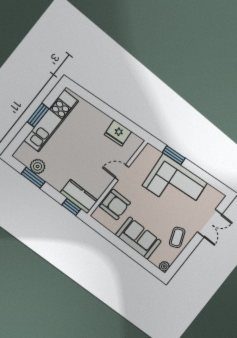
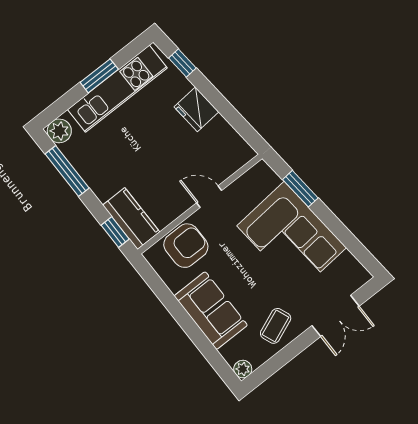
window: (87, 96) -> (182, 63), added
fridge: (118, 133) -> (196, 109), moved
plant: (38, 166) -> (59, 131), moved
window: (33, 178) -> (67, 171), width x1.44
armchair: (115, 204) -> (186, 246), turned -90

